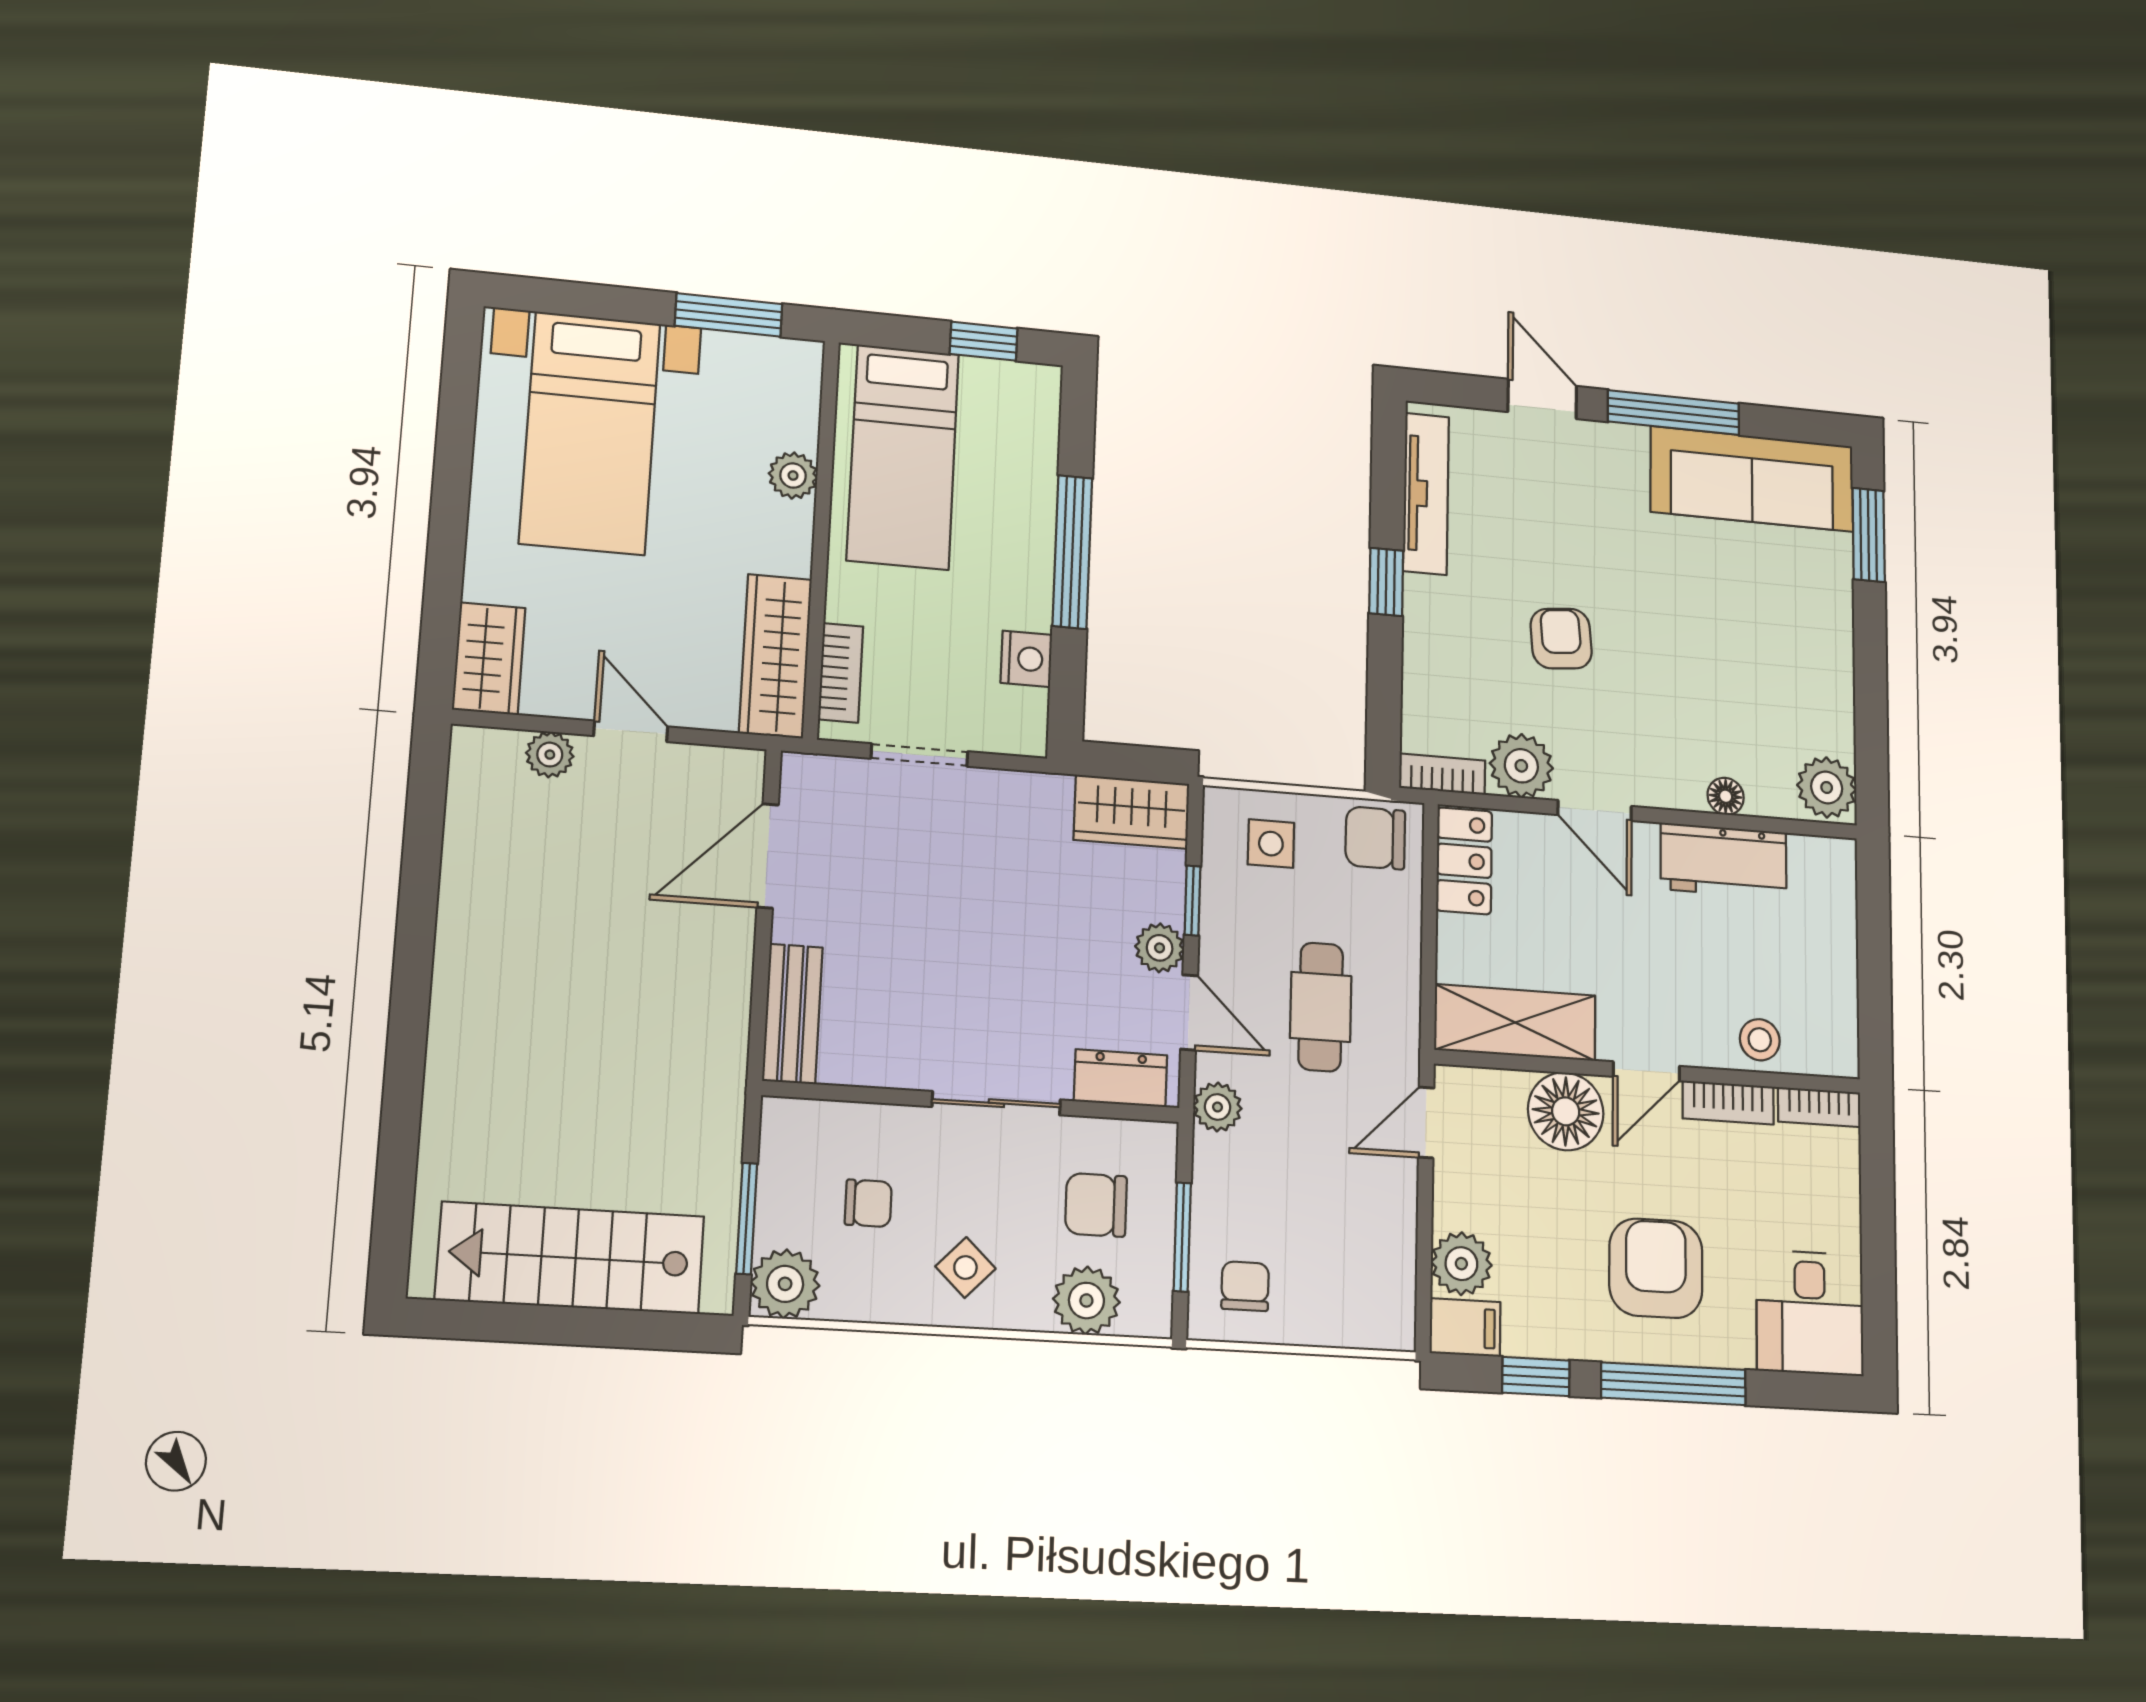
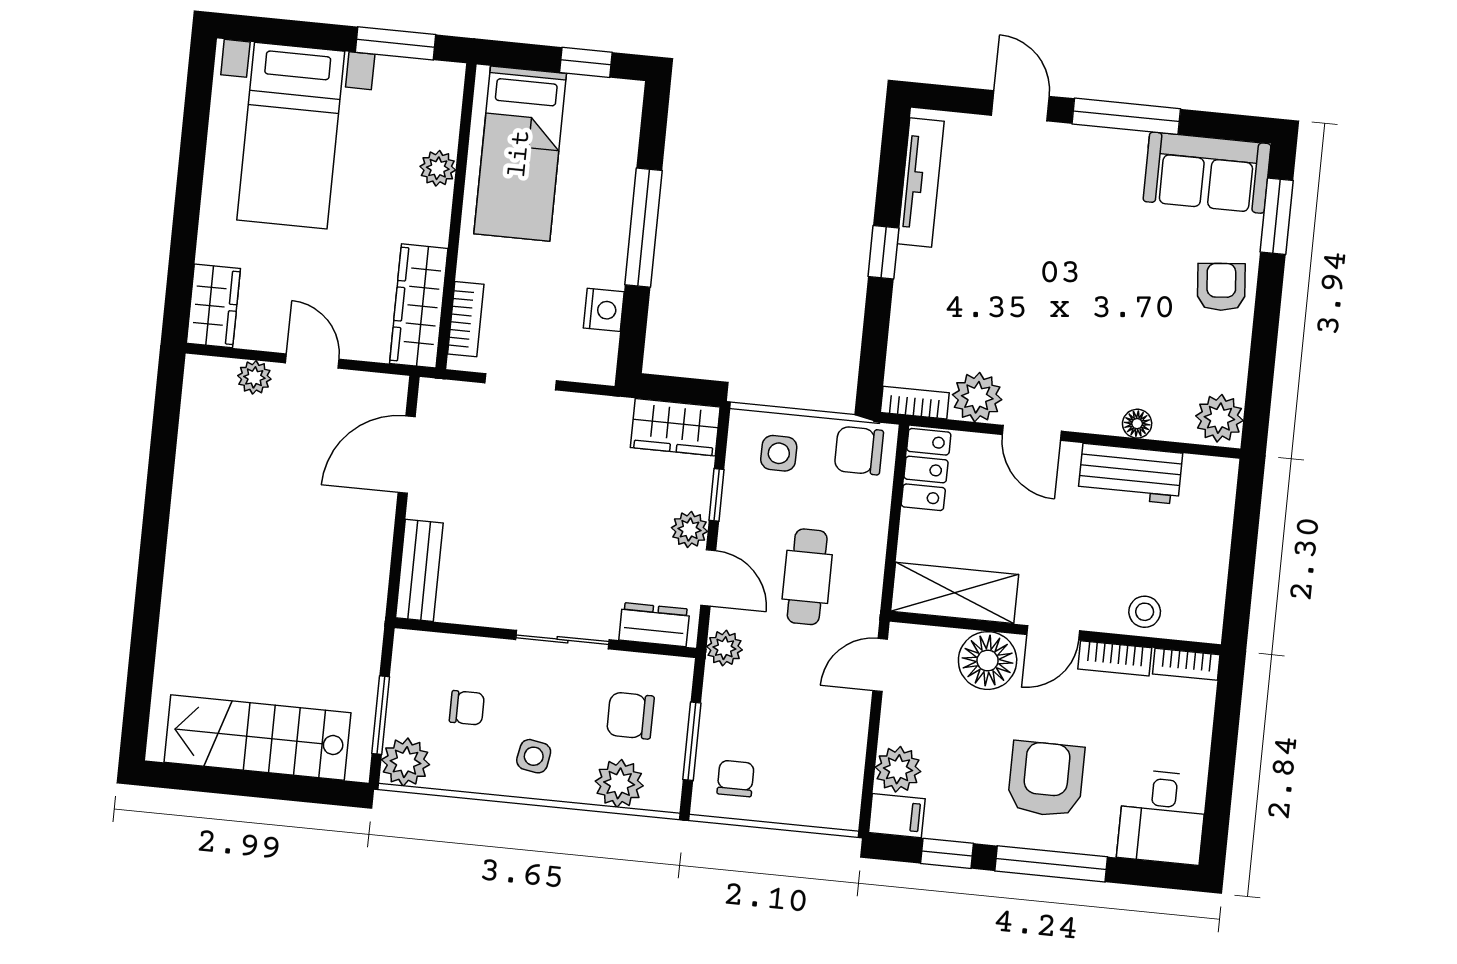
sofa: (1752, 479) -> (1207, 173), width x0.73
armchair: (1561, 639) -> (1221, 287), moved
side table: (965, 1268) -> (534, 756), turned -34

